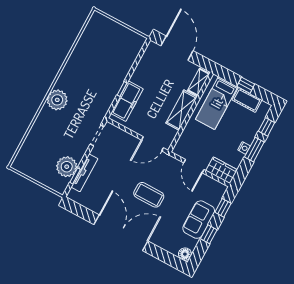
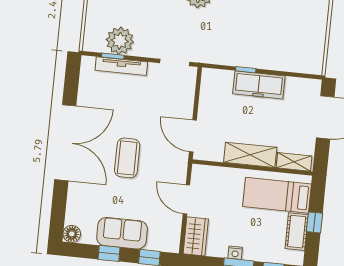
freezer: (127, 101) -> (259, 85), moved
door: (194, 166) -> (186, 199), hinge flipped

